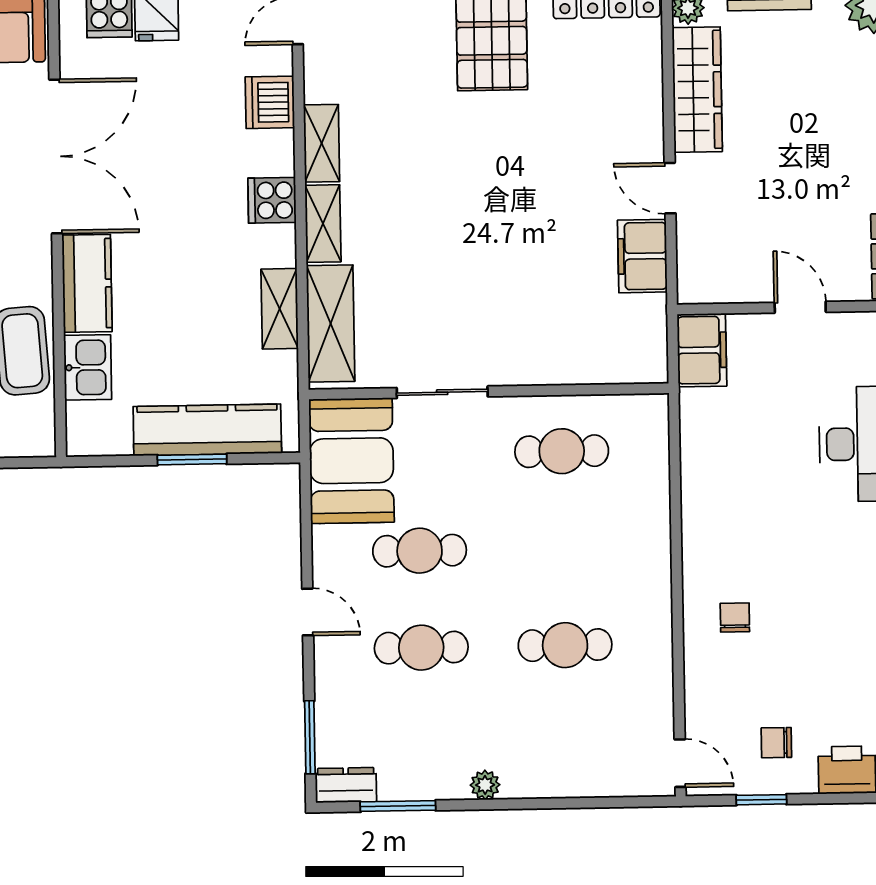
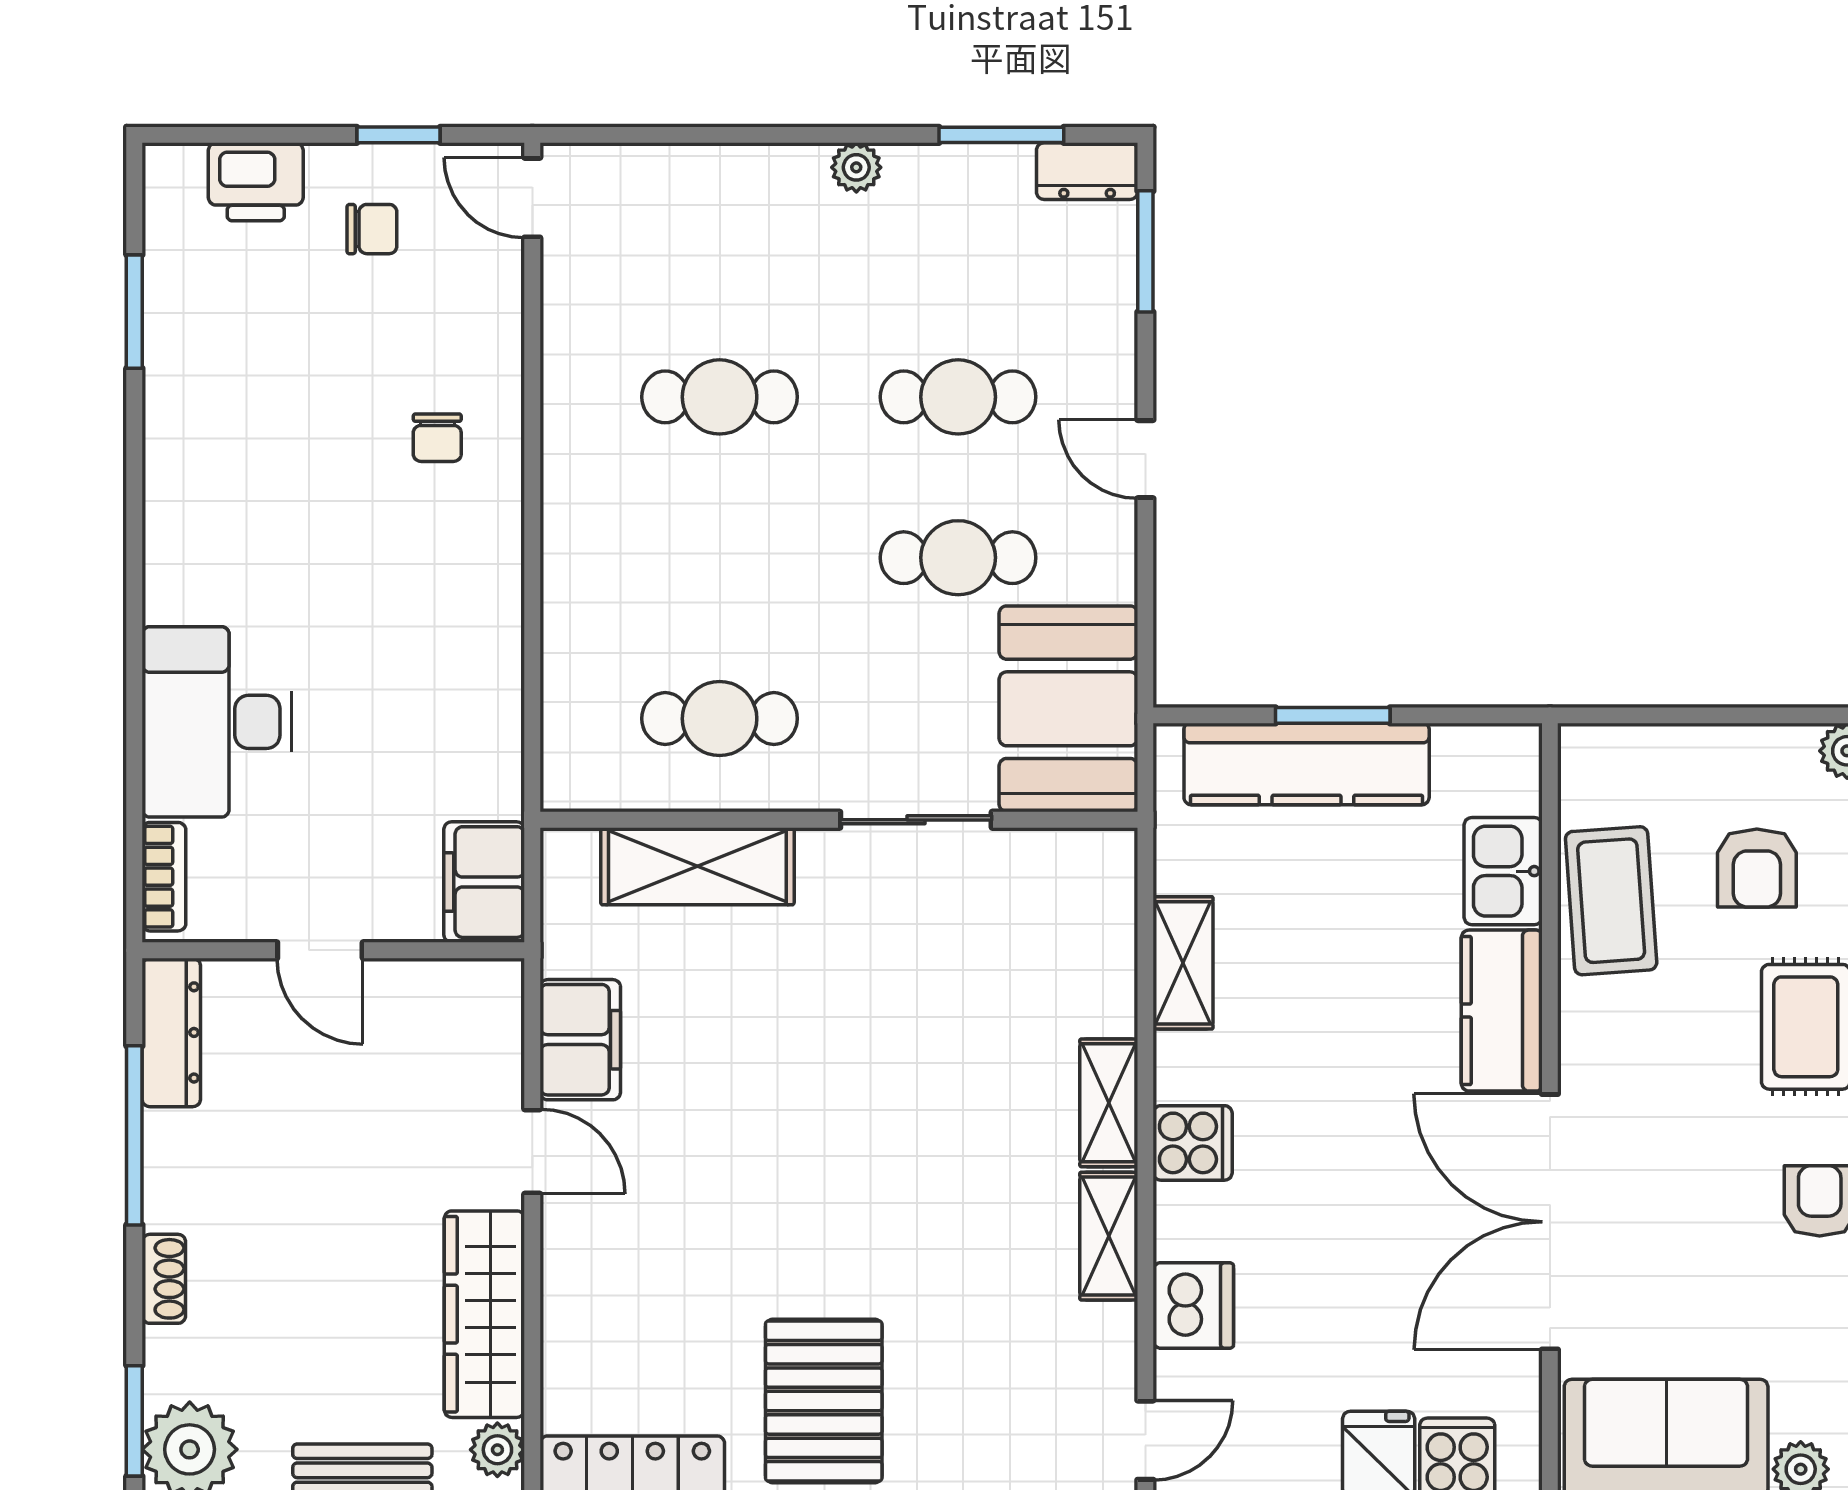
shelving: (331, 323) -> (697, 866), moved, turned 90

